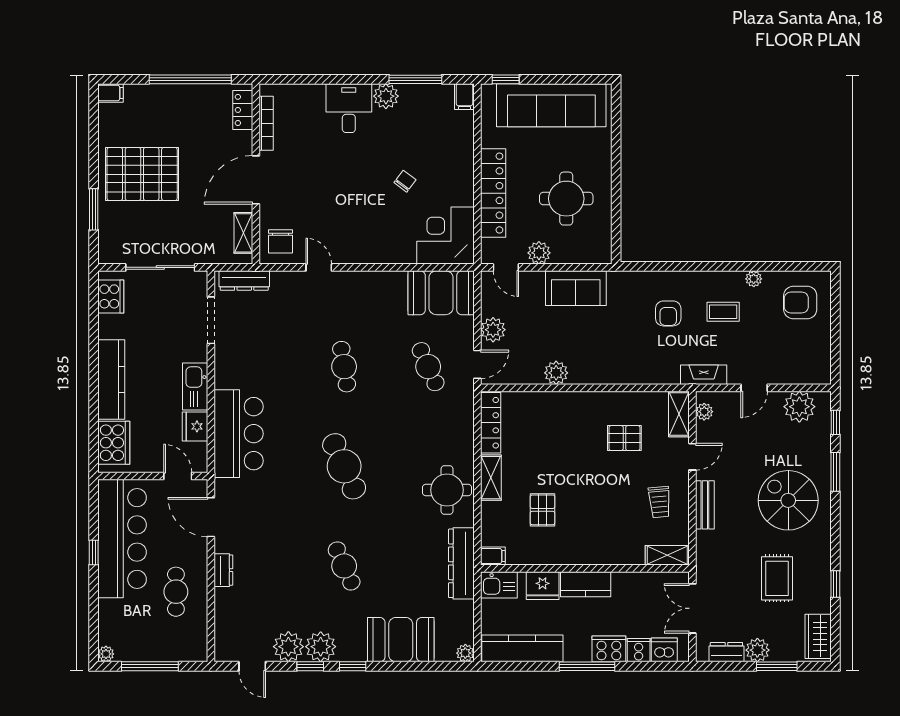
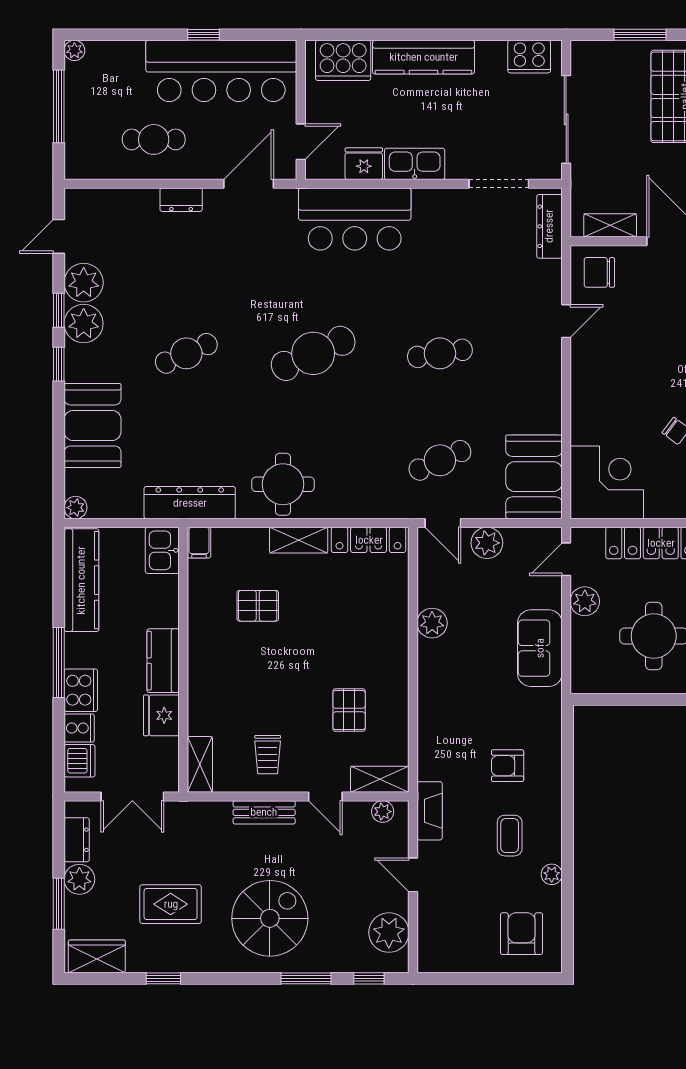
trolley: (660, 502) -> (268, 755), turned -85
fridge: (543, 586) -> (161, 715), moved
double door: (692, 608) -> (132, 796), swing flipped

